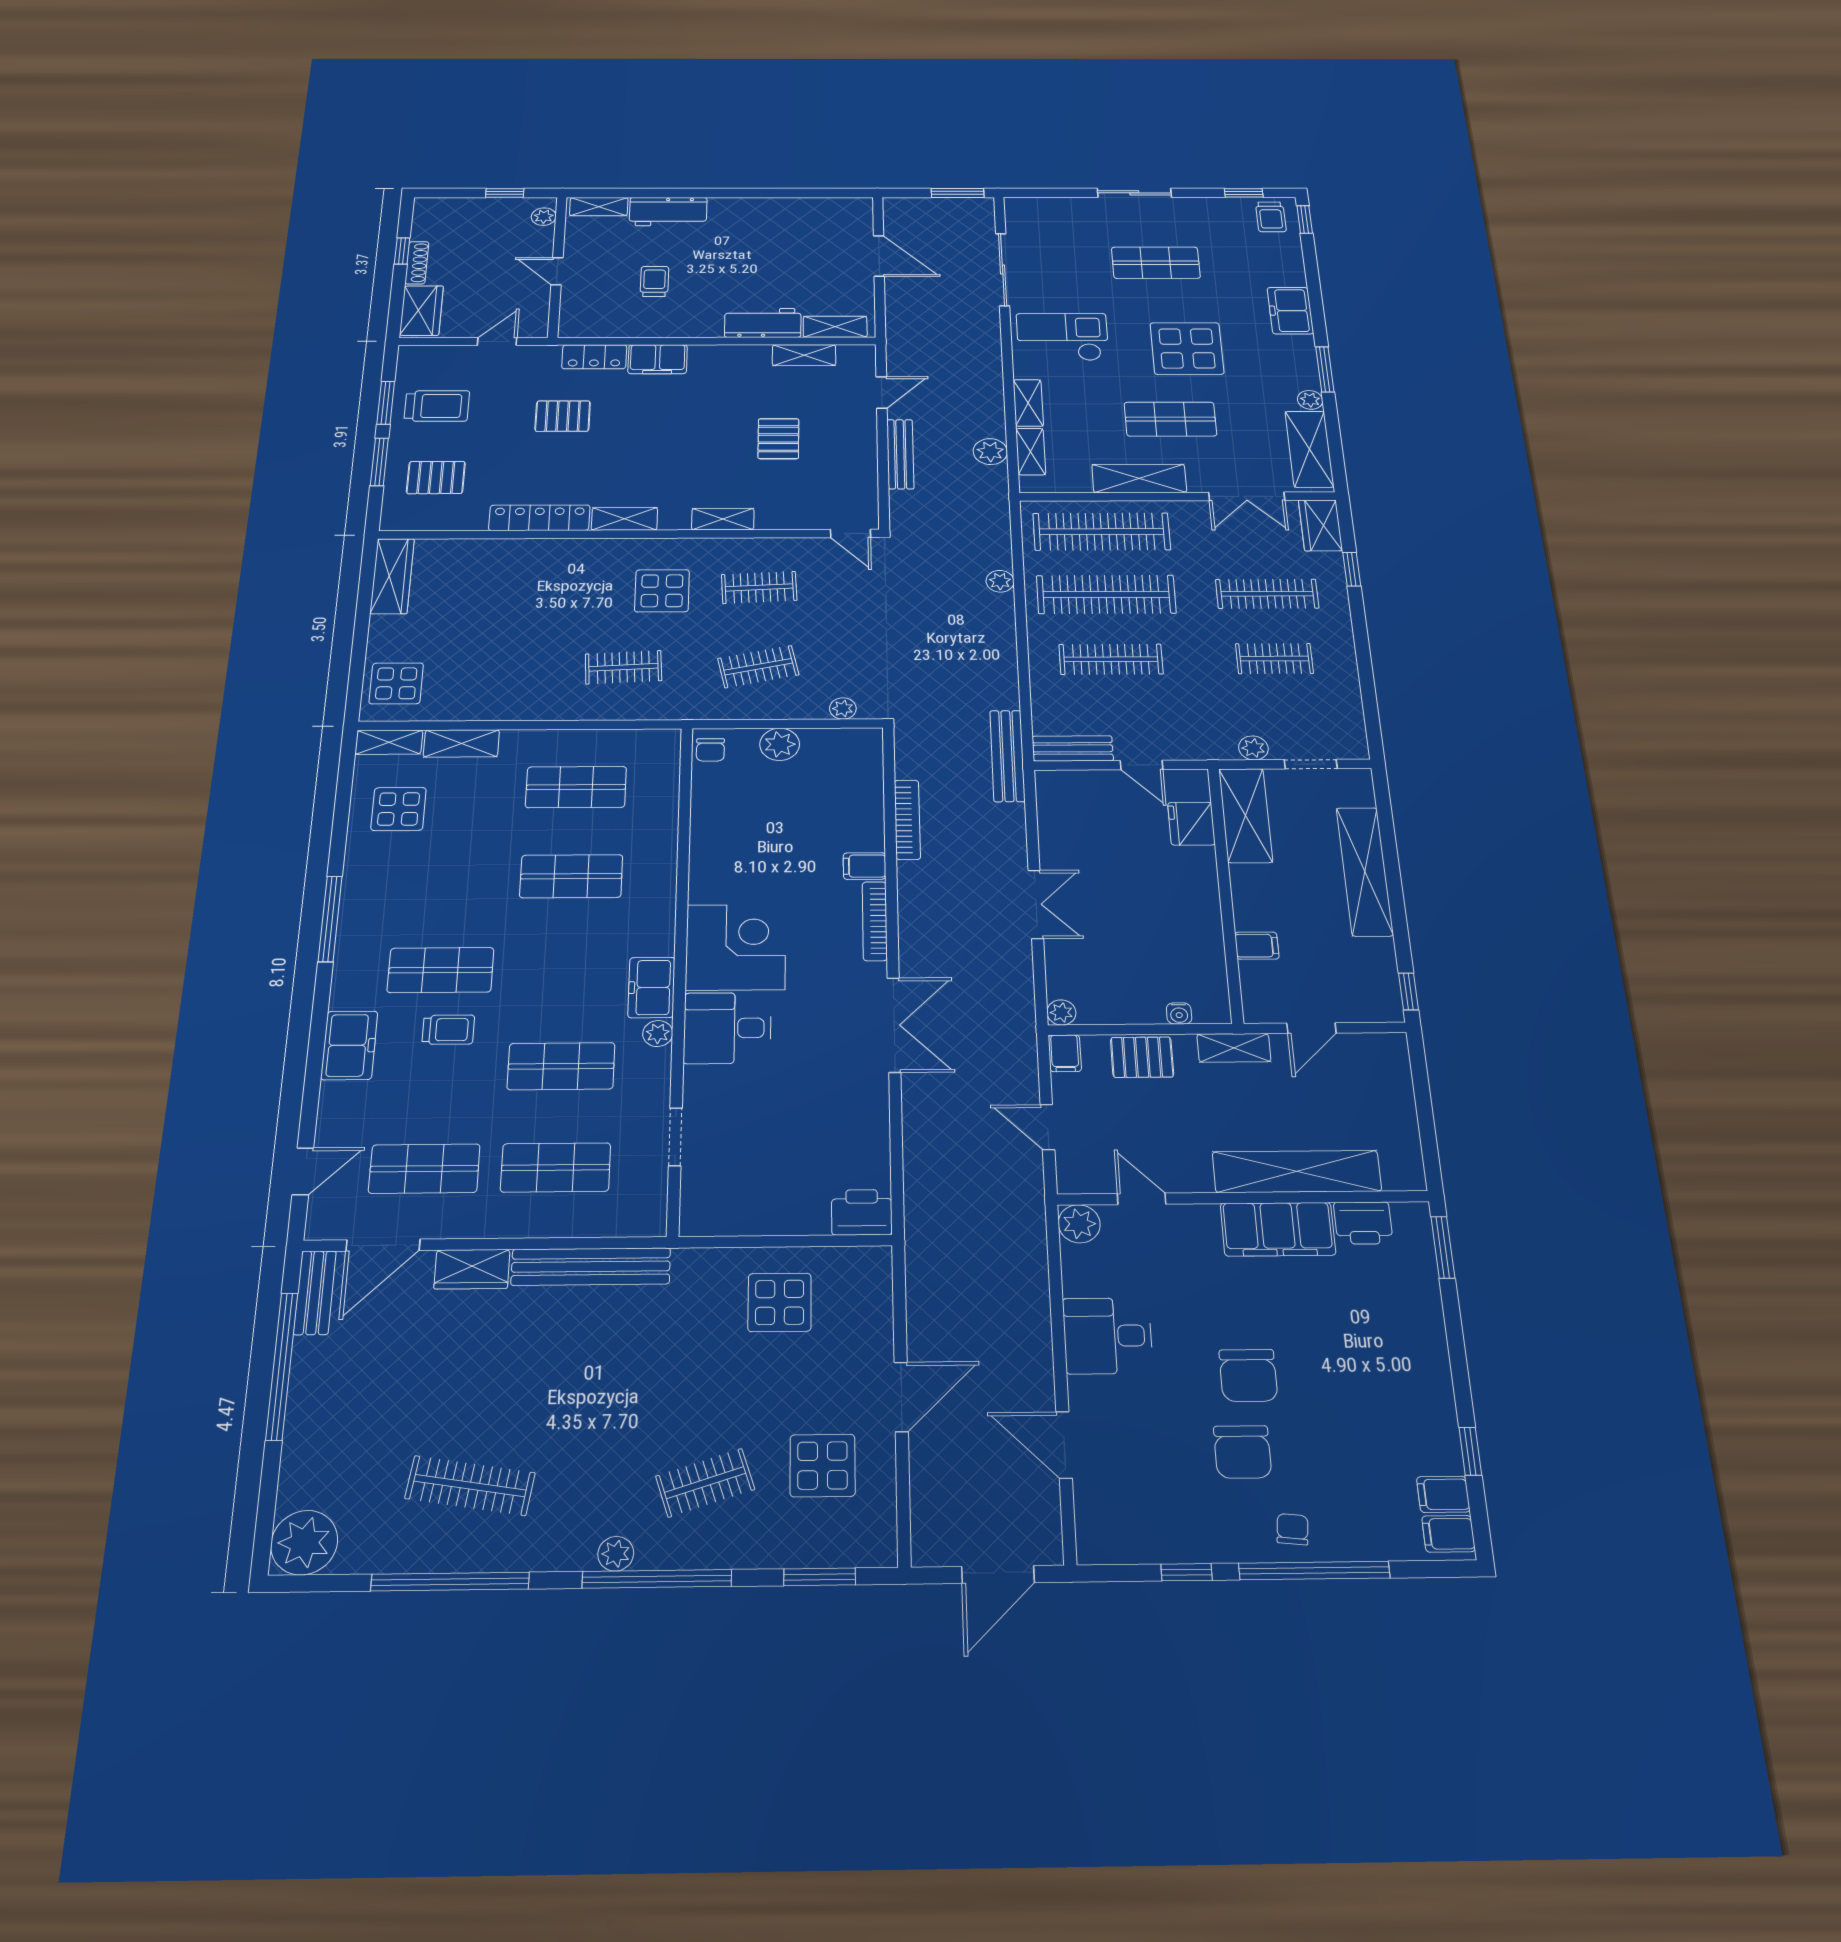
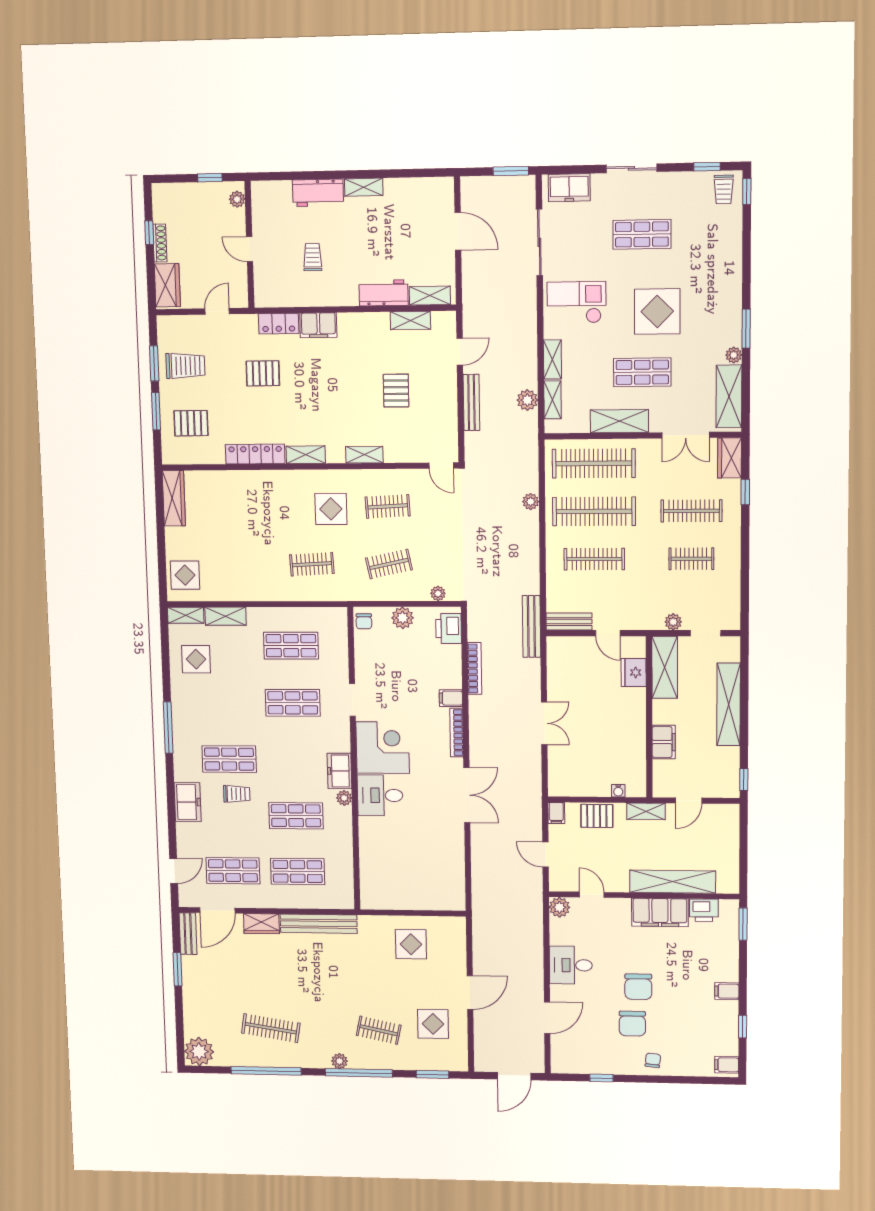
shelving: (599, 207) -> (364, 187), moved
freezer: (1290, 311) -> (569, 188), moved, turned -90
filing cabinet: (1257, 946) -> (664, 742), width x2.00
plant: (1061, 1012) -> (555, 789), removed
doorway: (675, 1137) -> (352, 700), moved
printer: (862, 1212) -> (449, 629), moved, turned -90
window: (282, 1366) -> (177, 969), width x0.47
door: (1064, 1445) -> (547, 1018), swing flipped
clothes rail: (705, 1483) -> (379, 1030), turned 30
filing cabinet: (1443, 1494) -> (727, 991), moved
window: (1314, 1571) -> (661, 1079), removed

